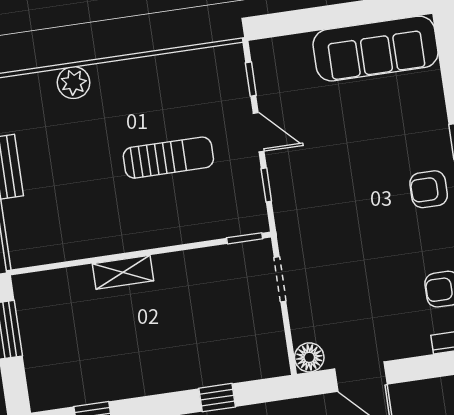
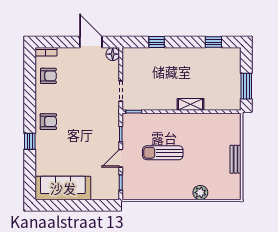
door: (259, 132) -> (121, 158), hinge flipped

